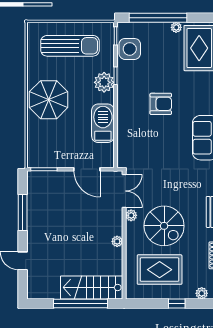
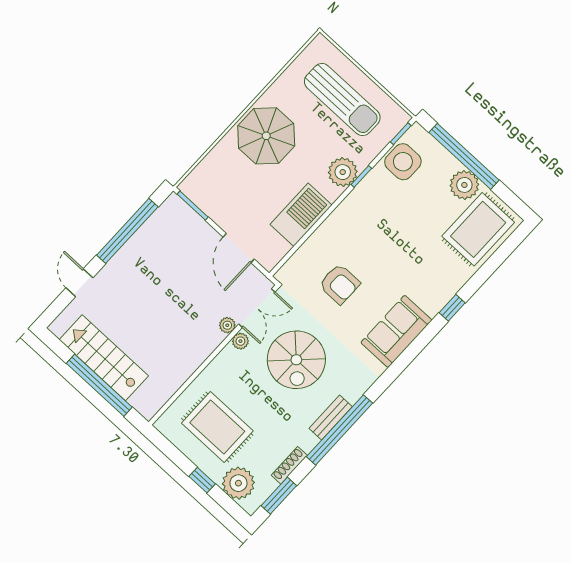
plant: (176, 27) -> (464, 185), width x1.88, depth x1.88
armchair: (161, 104) -> (339, 284), moved
window: (23, 212) -> (127, 231), width x1.46
spiral stairs: (164, 226) -> (296, 360), moved
plant: (117, 241) -> (227, 325), moved
stairs: (92, 287) -> (104, 358), moved
plant: (202, 293) -> (238, 483), width x1.88, depth x1.88

